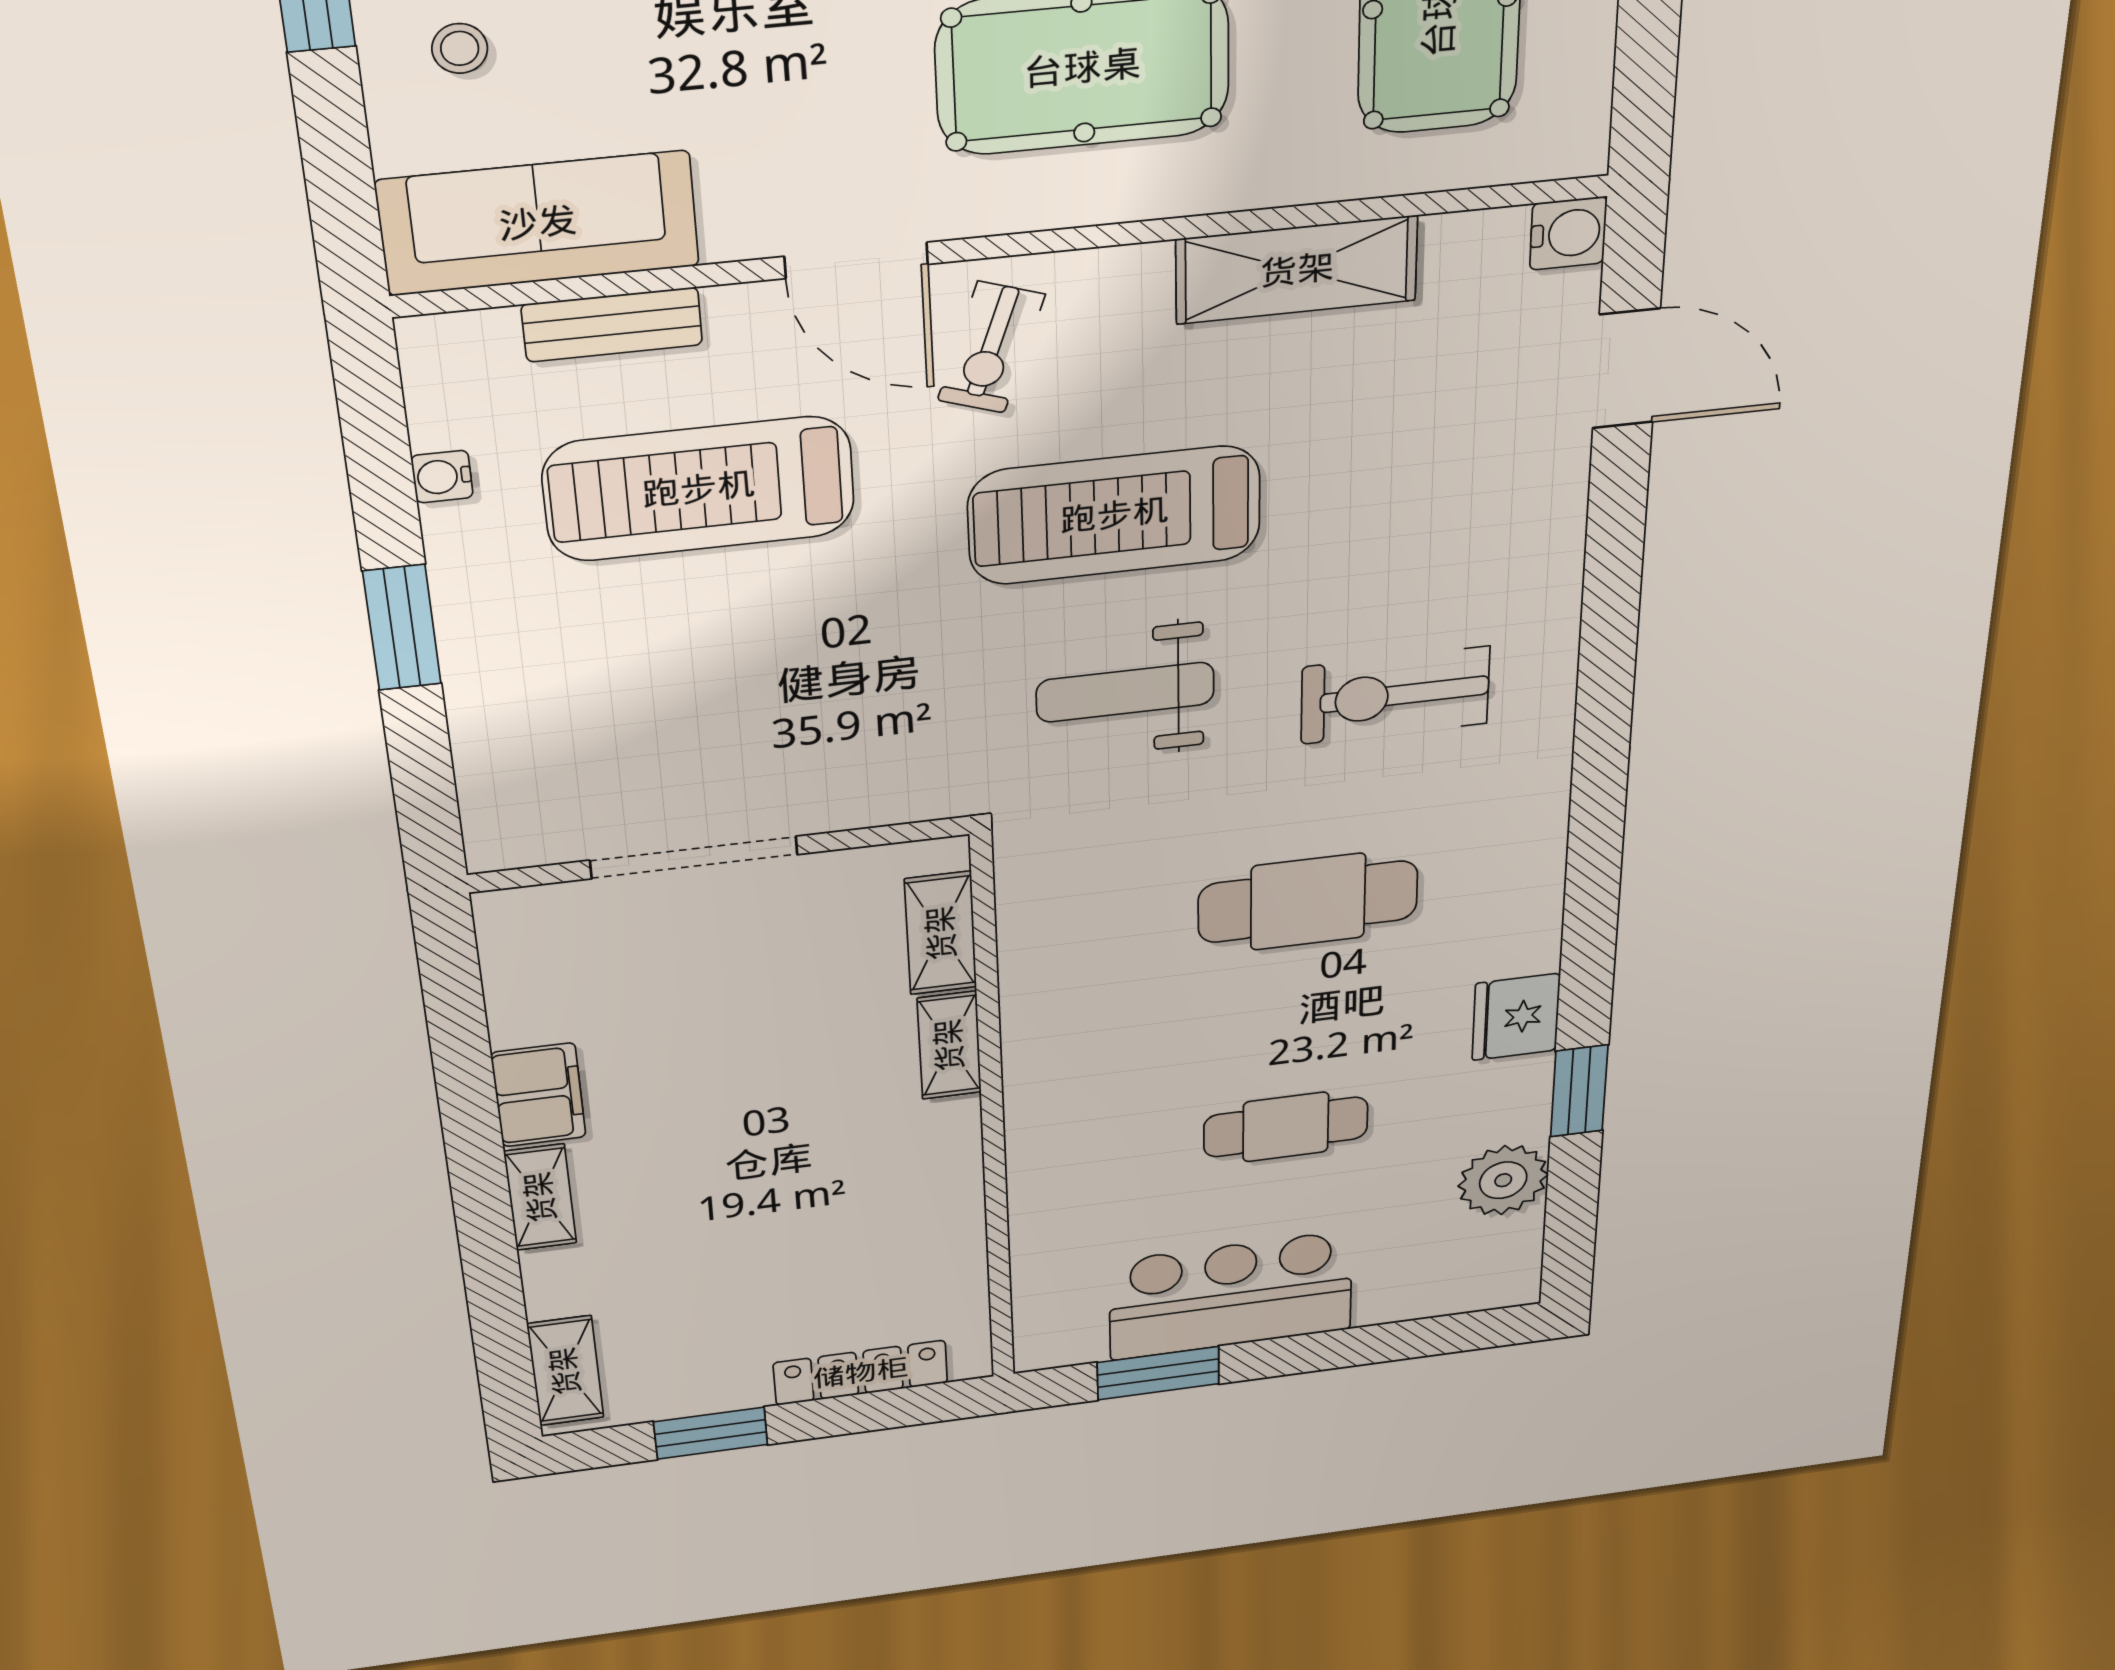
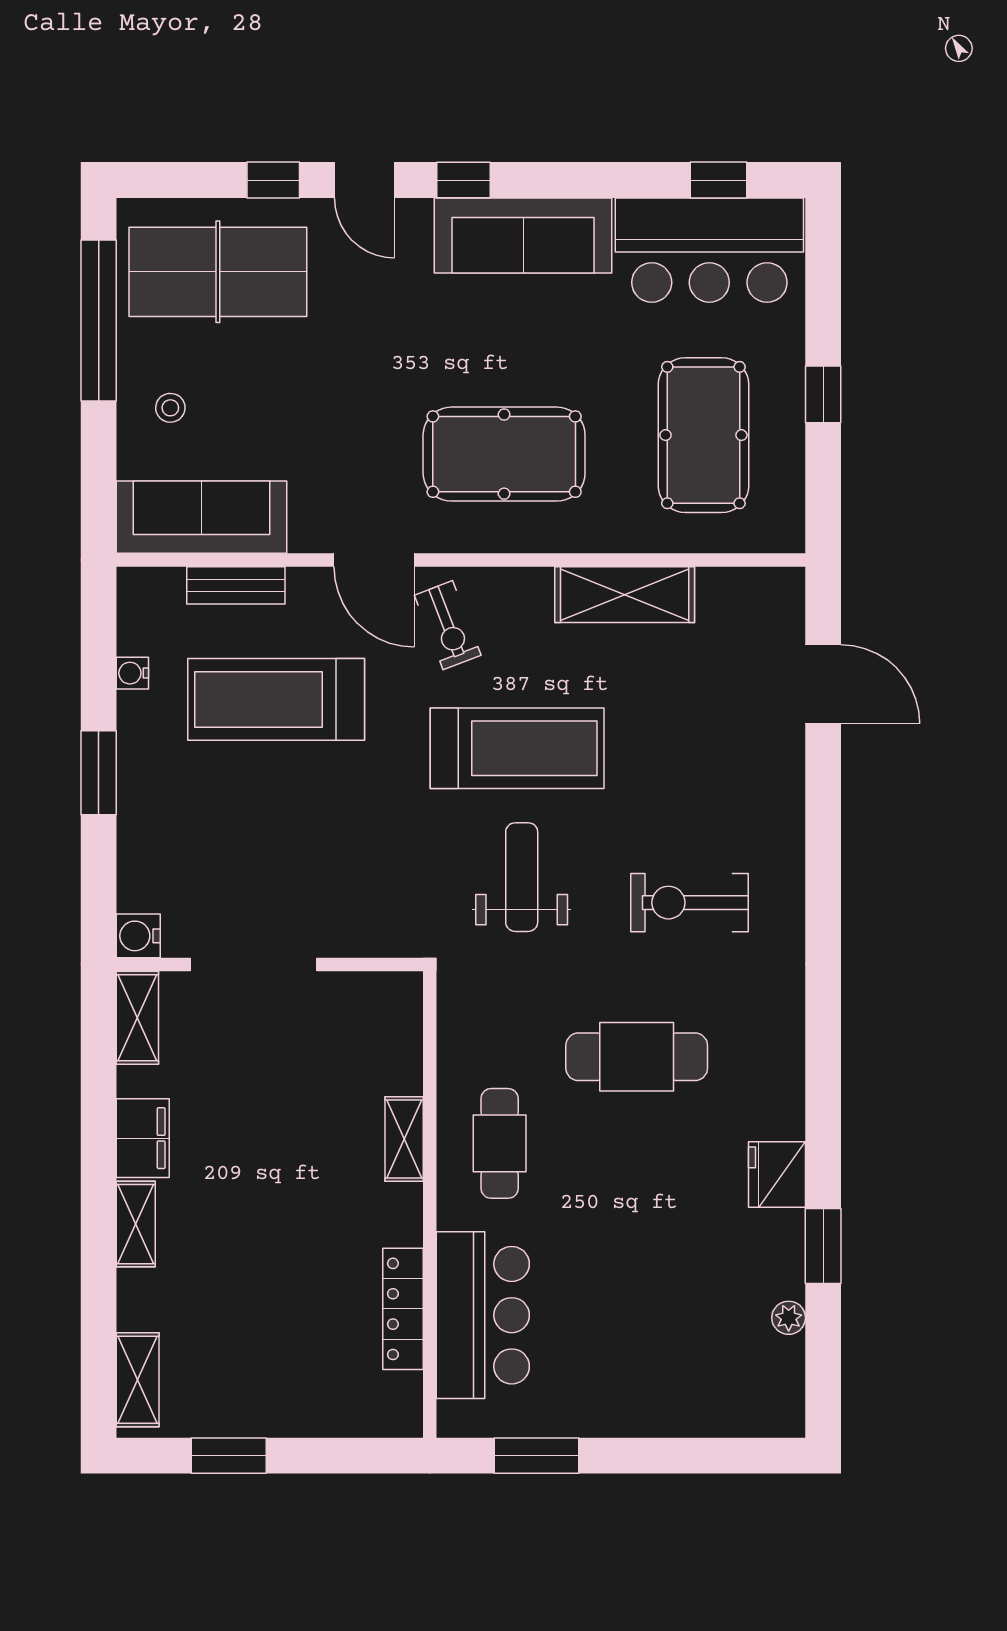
water cooler: (1568, 233) -> (138, 936), moved, turned 180
exercise bike: (991, 347) -> (448, 625), turned -40
treadmill: (1115, 515) -> (517, 748), turned 180
weight bench: (1125, 692) -> (522, 877), turned 90
shelving: (941, 933) -> (137, 1018), moved
cafe table: (1286, 1127) -> (500, 1143), moved, turned 90
plant: (1503, 1180) -> (789, 1318), width x0.53, depth x0.53
bar counter: (1231, 1296) -> (483, 1315), moved, turned 90
locker: (861, 1373) -> (403, 1309), moved, turned -90

